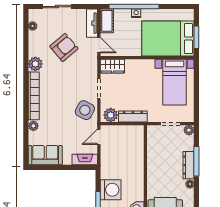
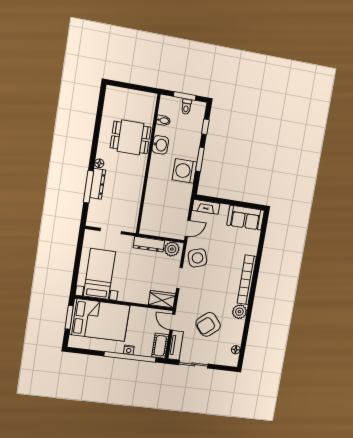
sliding door: (57, 7) -> (193, 364), moved
side table: (85, 110) -> (197, 258), turned 45
plant: (33, 126) -> (252, 249), removed
plant: (189, 130) -> (92, 221), removed

